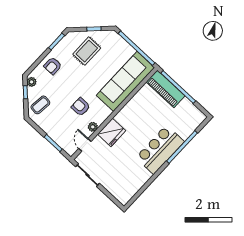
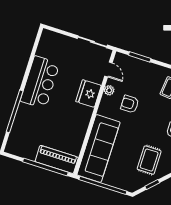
armchair: (81, 107) -> (130, 104), turned 180
bar counter: (160, 150) -> (40, 82), moved

